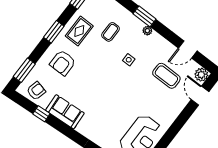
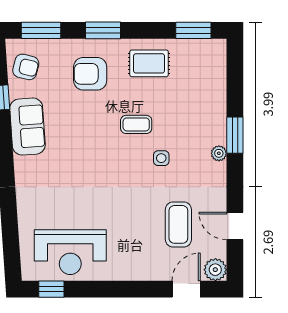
window: (54, 32) -> (103, 30), moved
coffee table: (110, 32) -> (136, 124), moved

